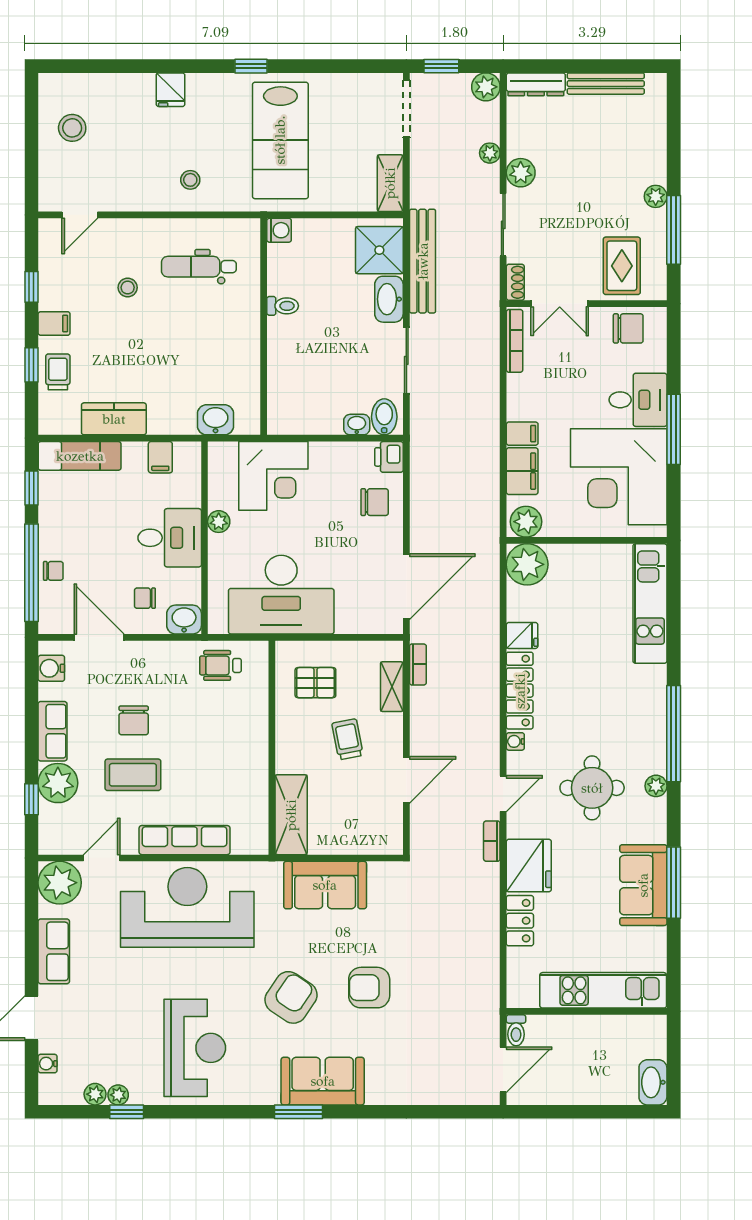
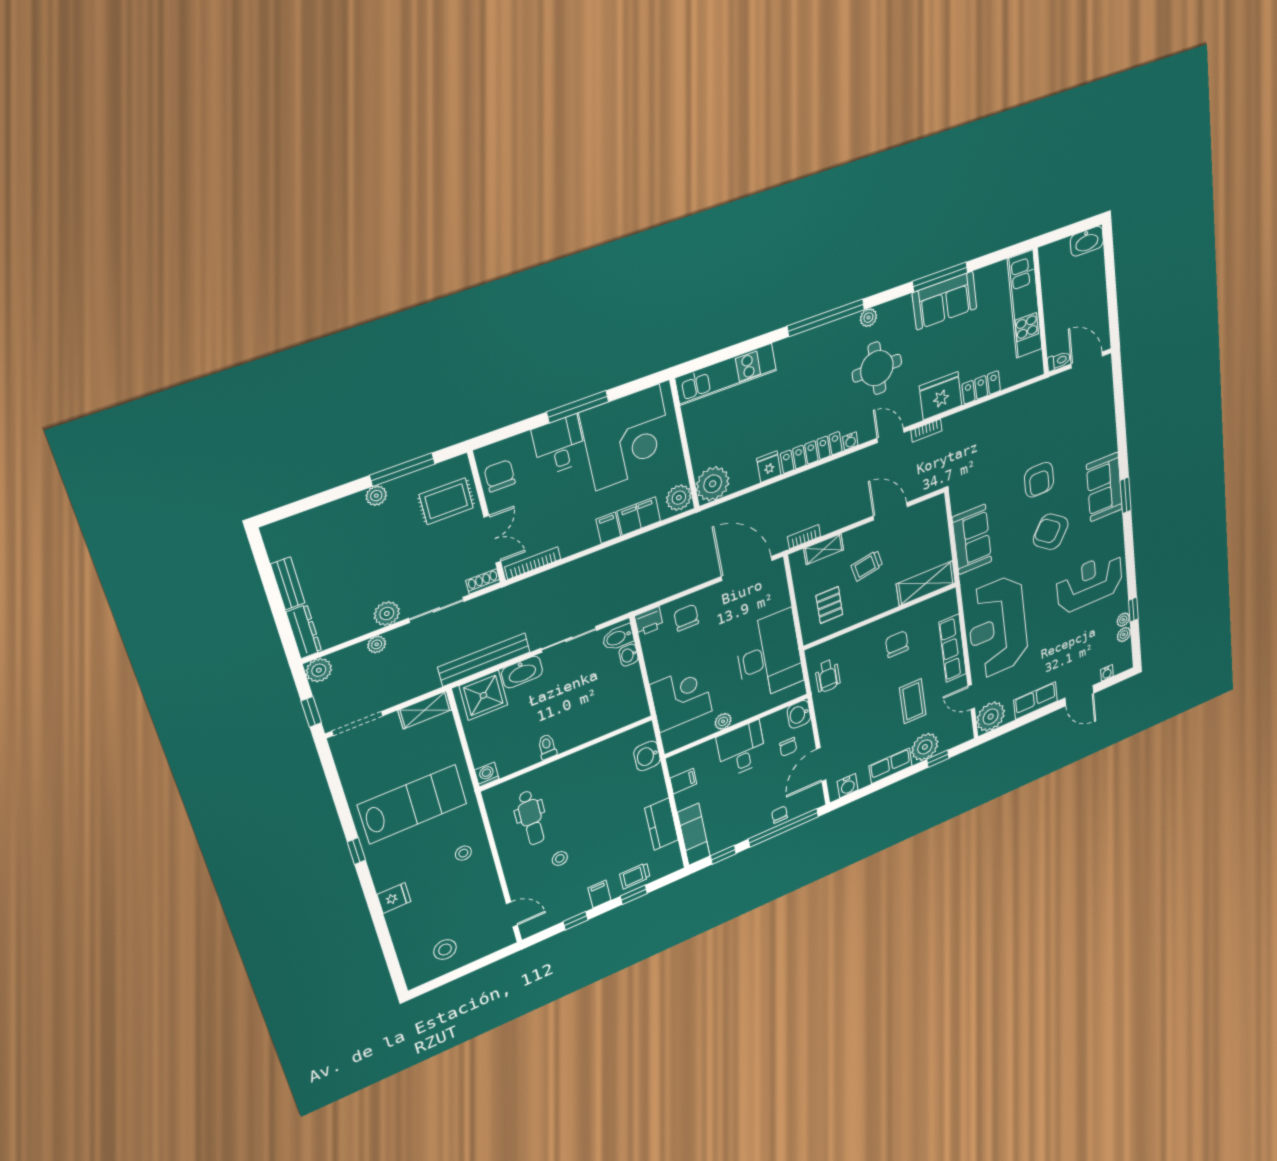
bench: (606, 84) -> (288, 584), width x0.73
chair: (134, 720) -> (897, 644), moved, turned -90

